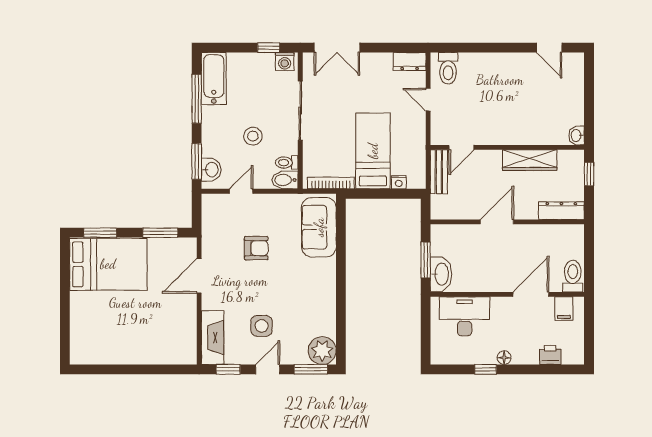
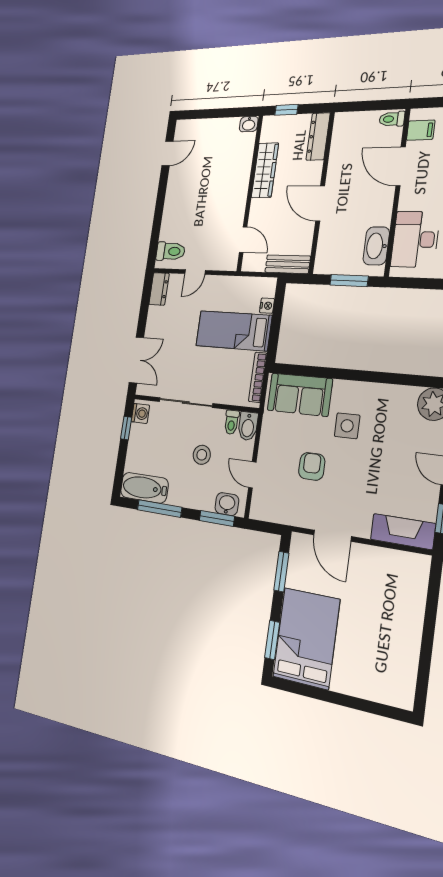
bench: (439, 172) -> (288, 264), moved
washbasin: (441, 274) -> (376, 246), moved, turned -90
toilet: (573, 276) -> (392, 119), width x0.73, depth x0.72
side table: (262, 326) -> (347, 426), moved

